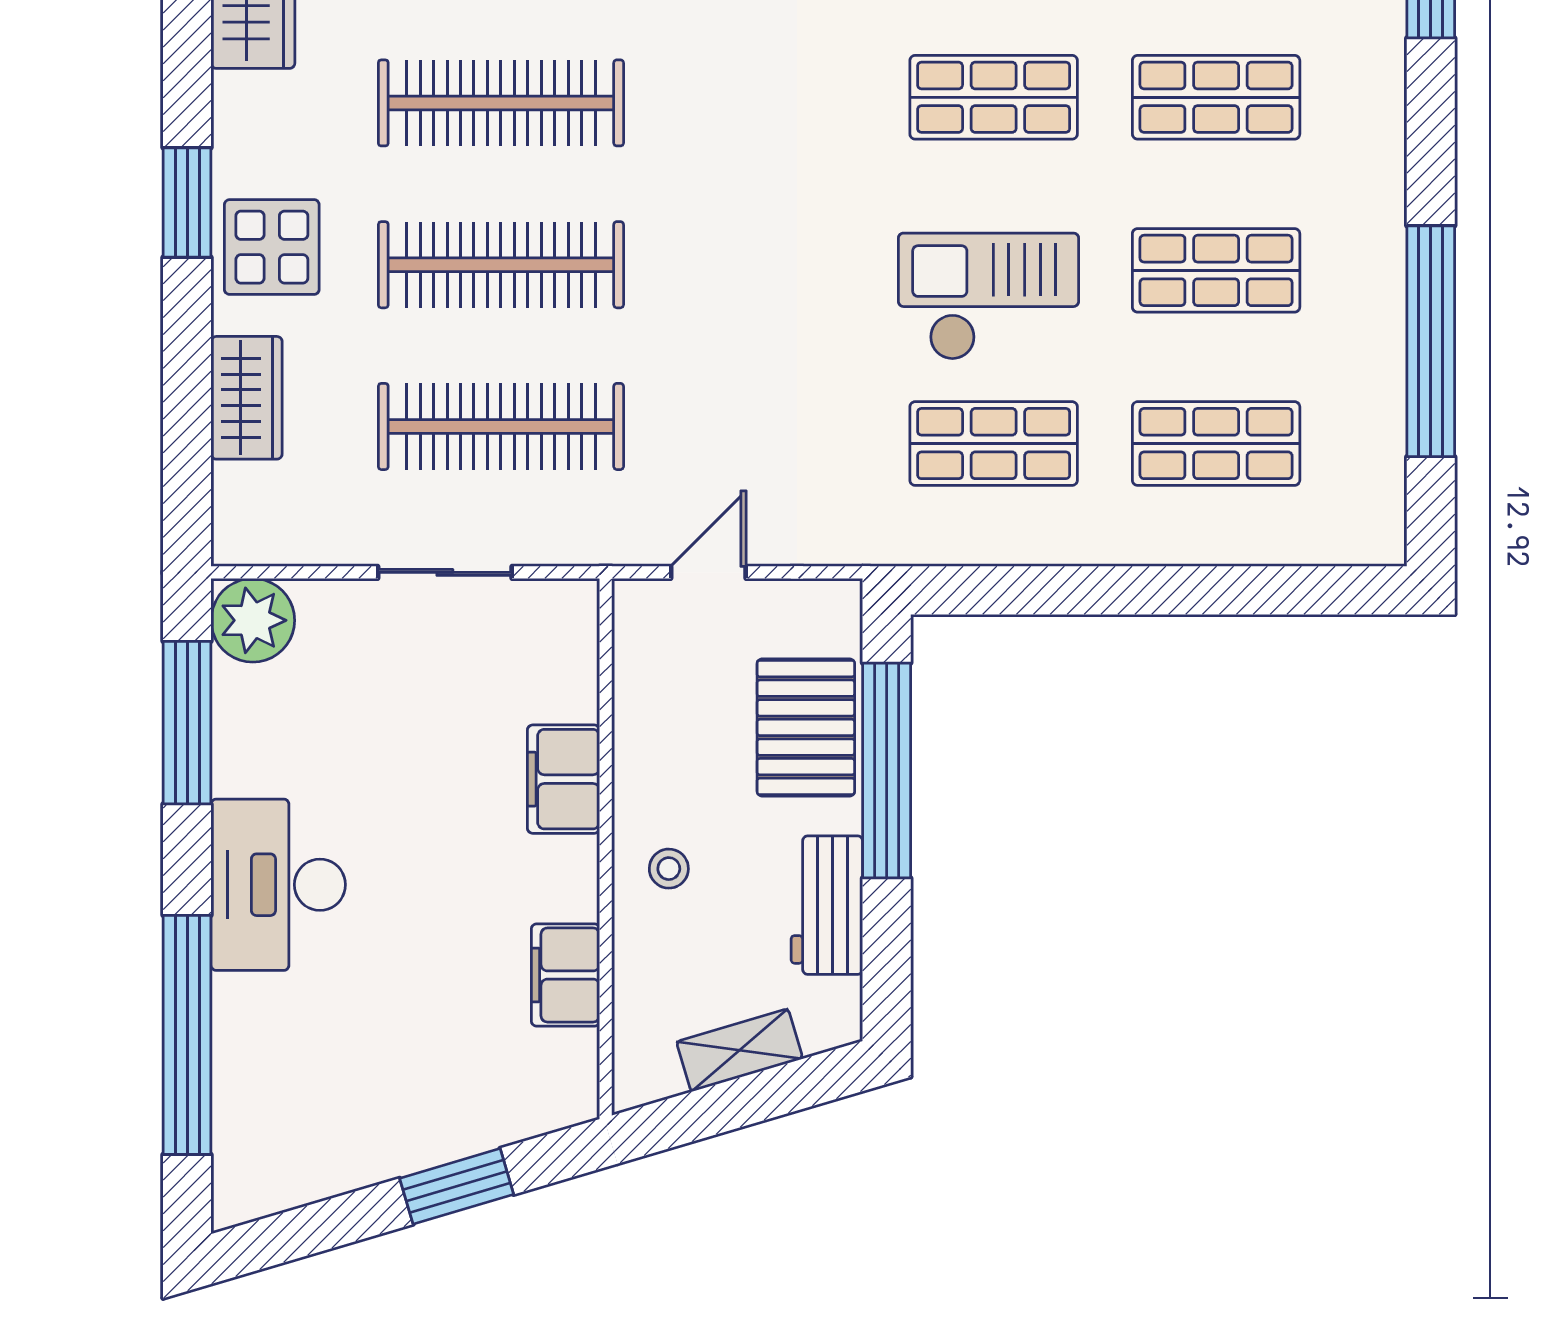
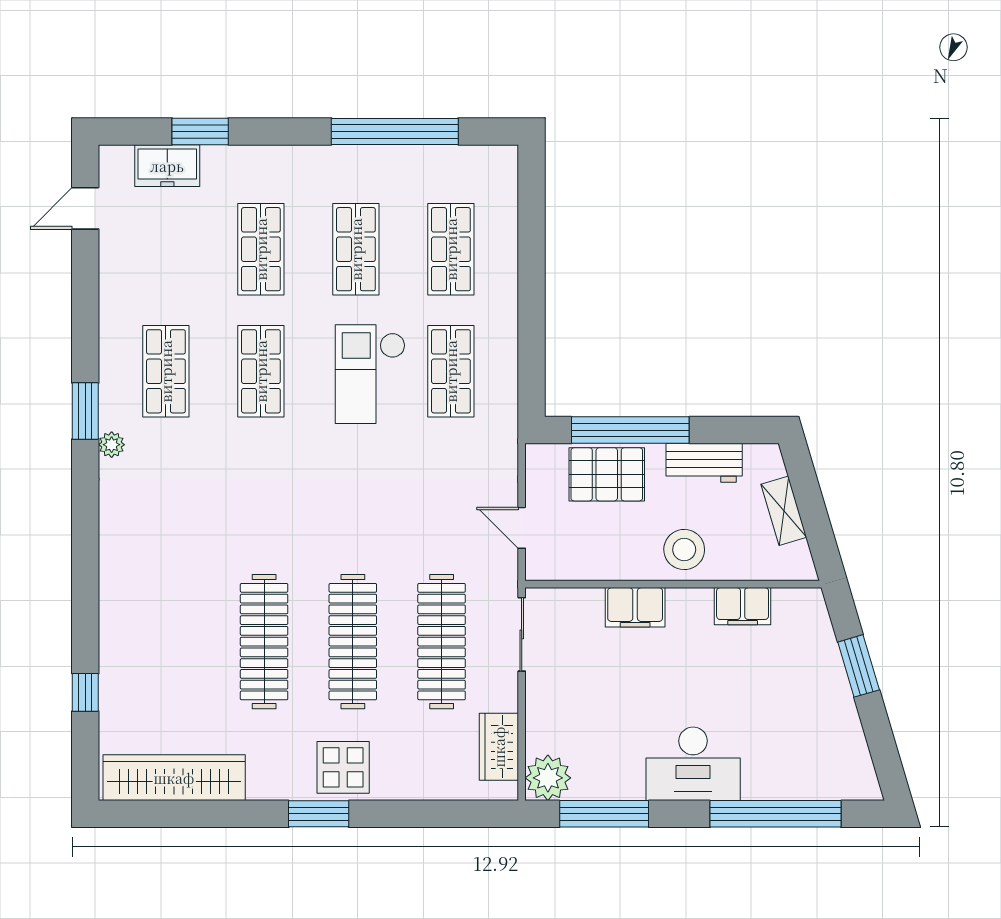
wardrobe: (247, 398) -> (499, 747), moved, turned -90
sliding door: (445, 572) -> (522, 634), moved
stool: (669, 869) -> (684, 550), width x1.89, depth x1.89

